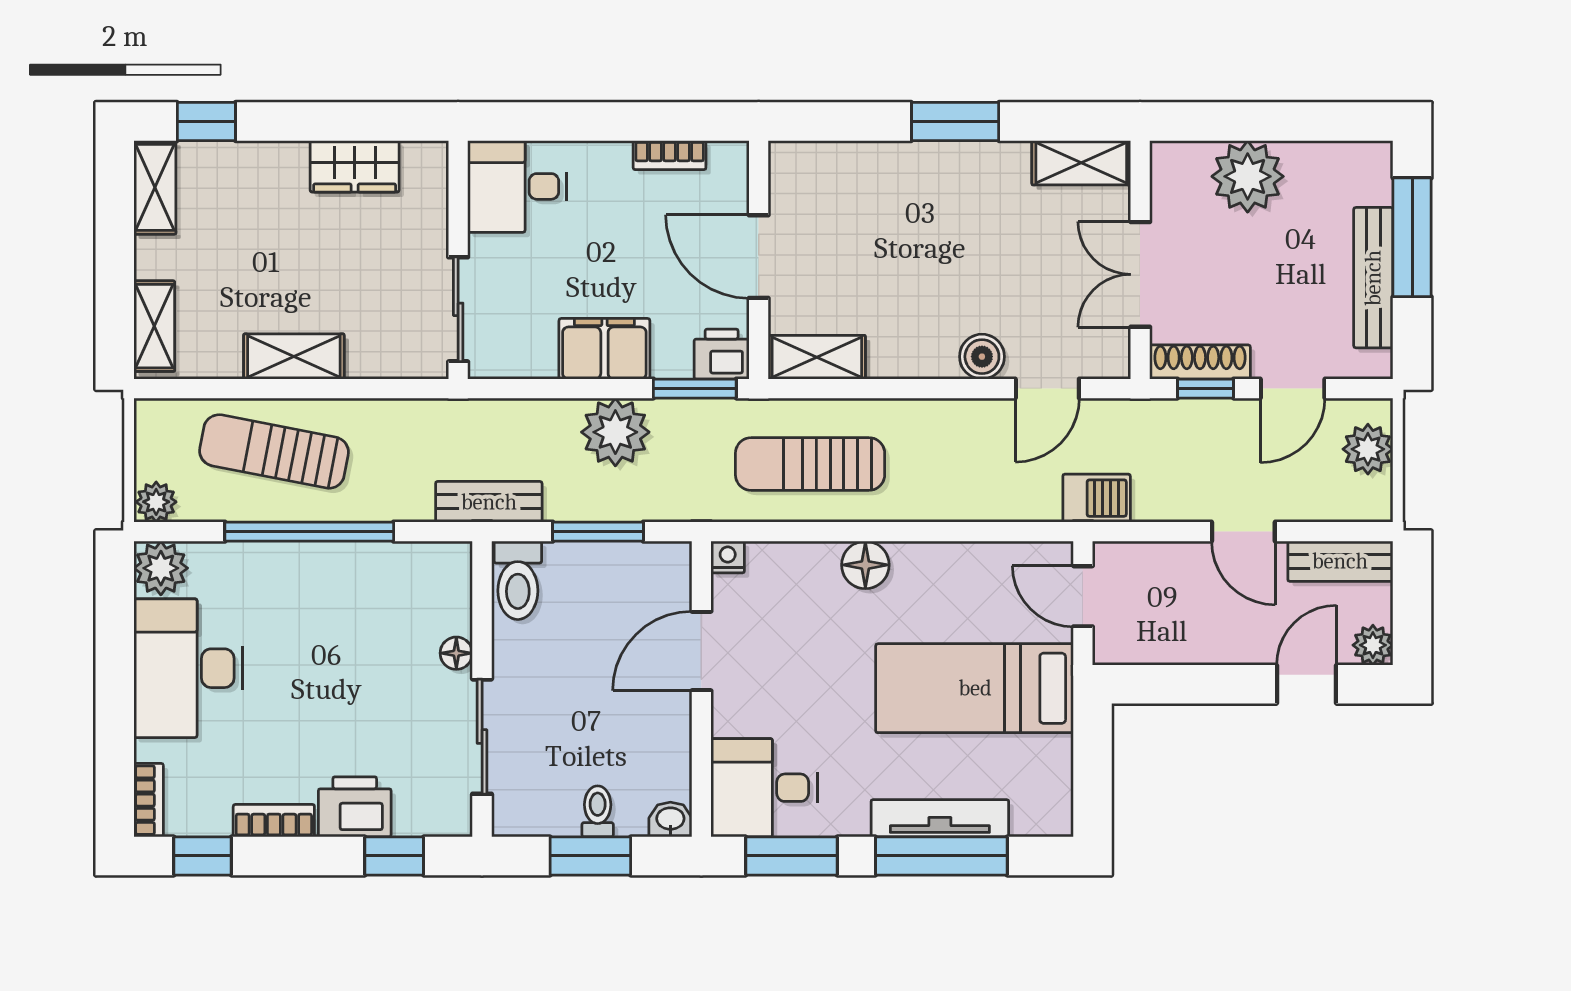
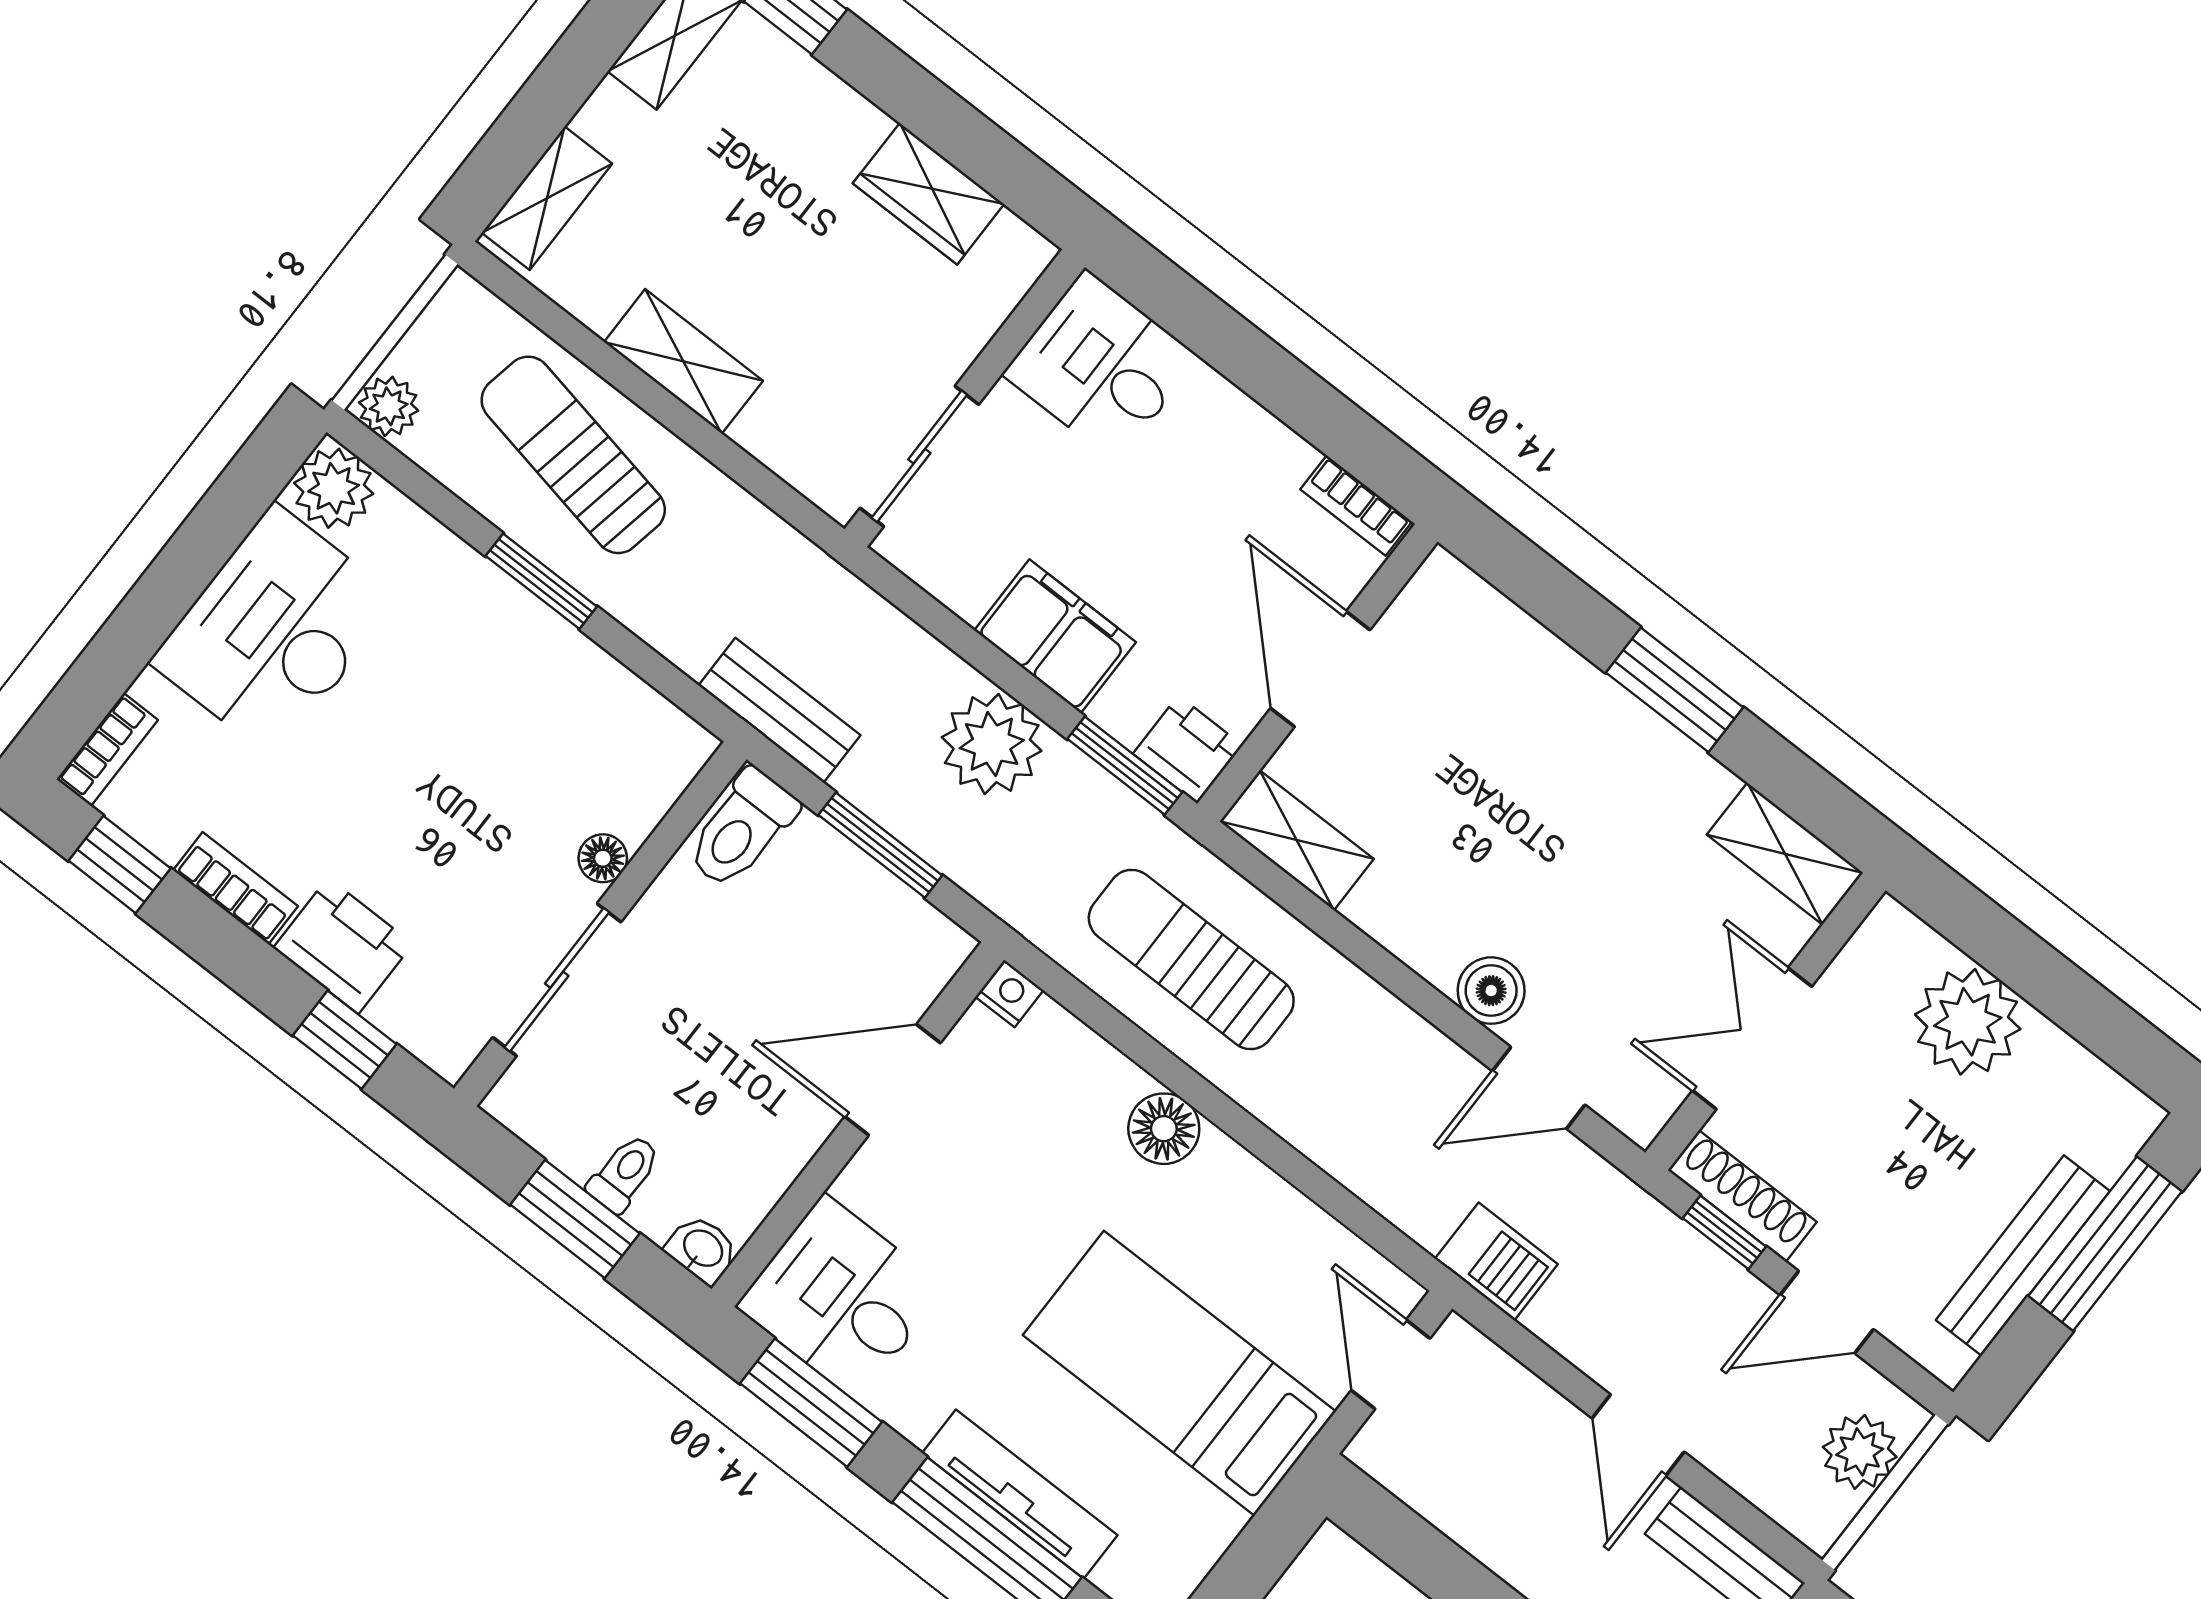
bookcase: (670, 155) -> (1356, 506), moved
window: (309, 532) -> (541, 581), width x0.47

